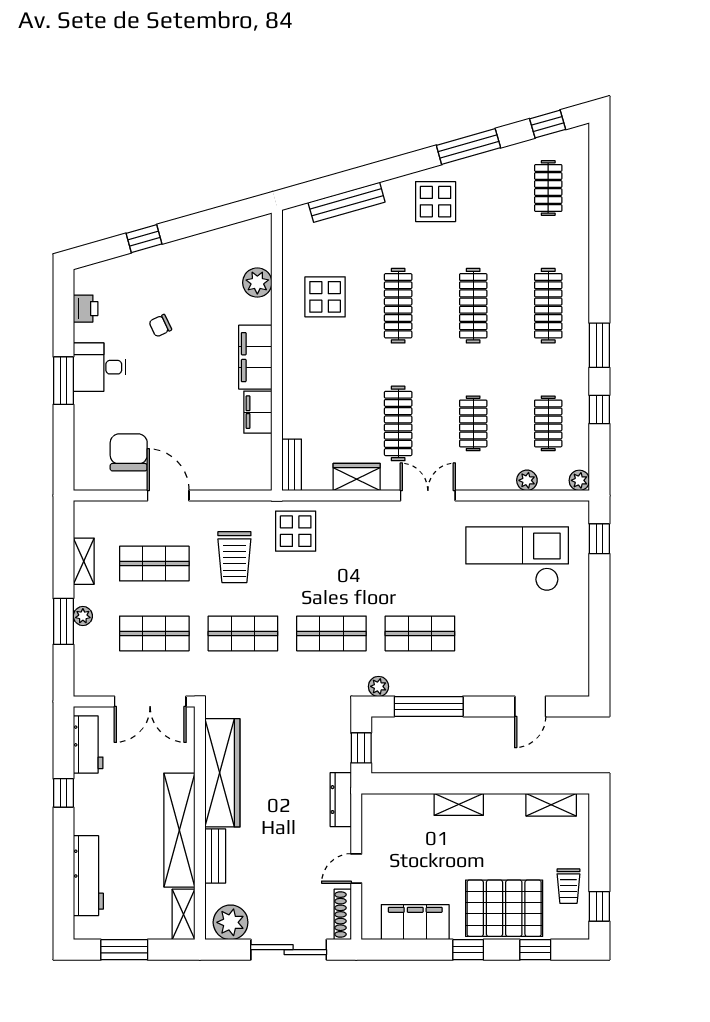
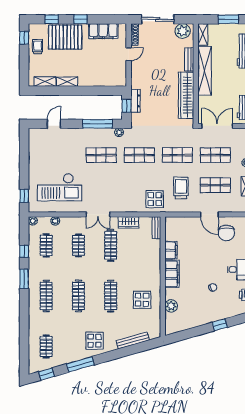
dresser: (341, 800) -> (135, 101), moved
shelving: (459, 804) -> (67, 82), moved

